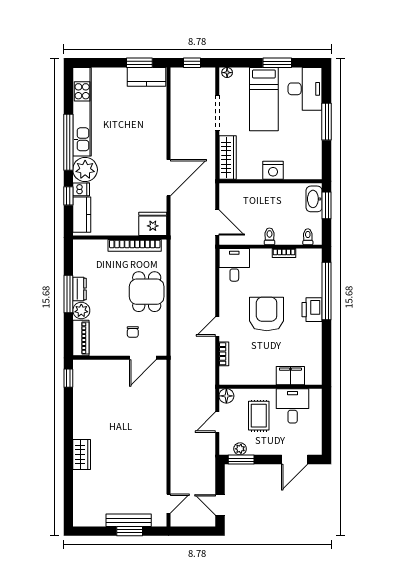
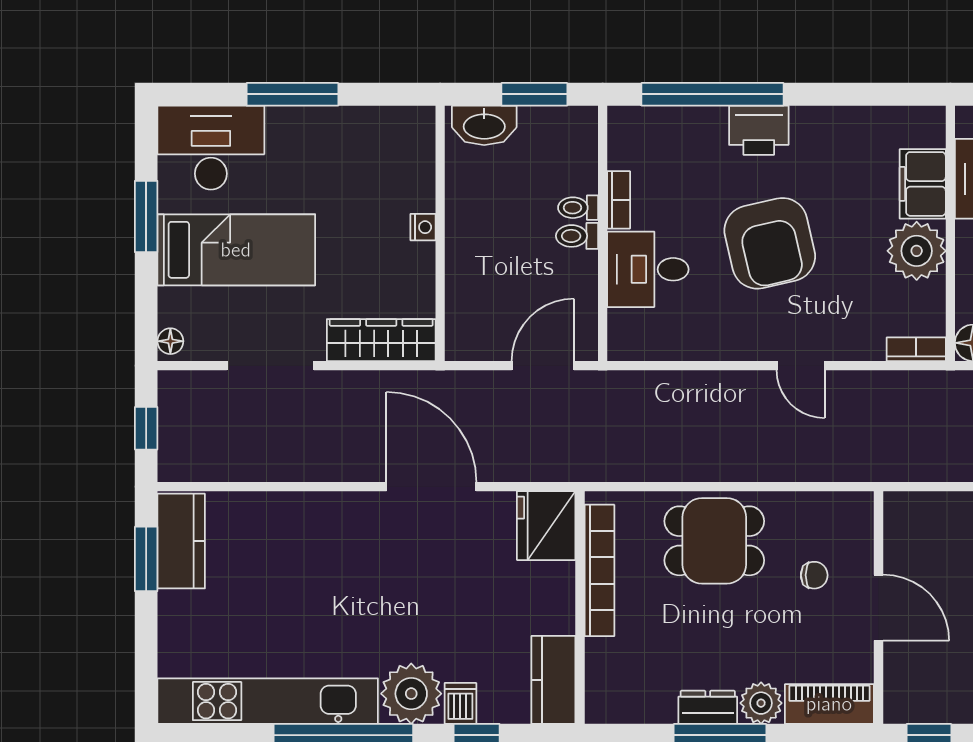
nightstand: (273, 170) -> (423, 227), width x0.53, depth x0.56
window: (327, 205) -> (534, 94), moved
kitchen counter: (82, 215) -> (553, 680), moved, turned -90
toilet: (308, 237) -> (578, 208), moved
desk: (234, 265) -> (648, 269), moved
armchair: (267, 314) -> (770, 243), turned -103
bookcase: (224, 354) -> (916, 349), moved
door: (143, 358) -> (879, 608), moved
plant: (263, 373) -> (917, 251), added

